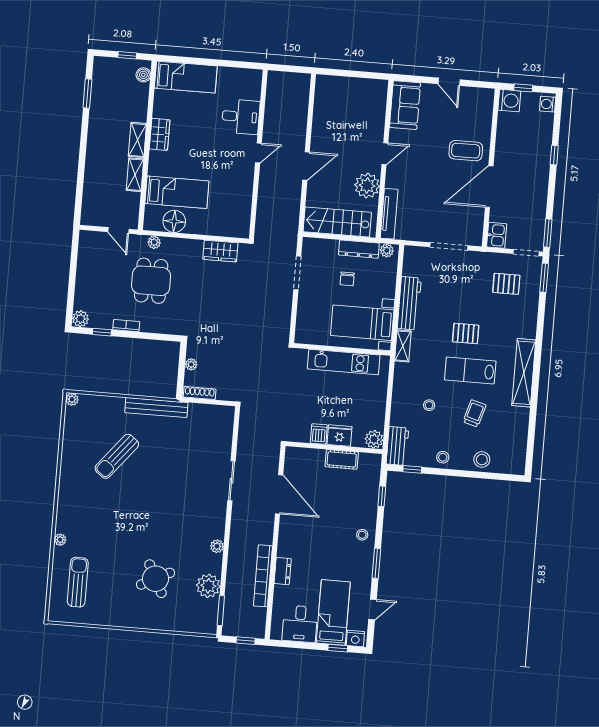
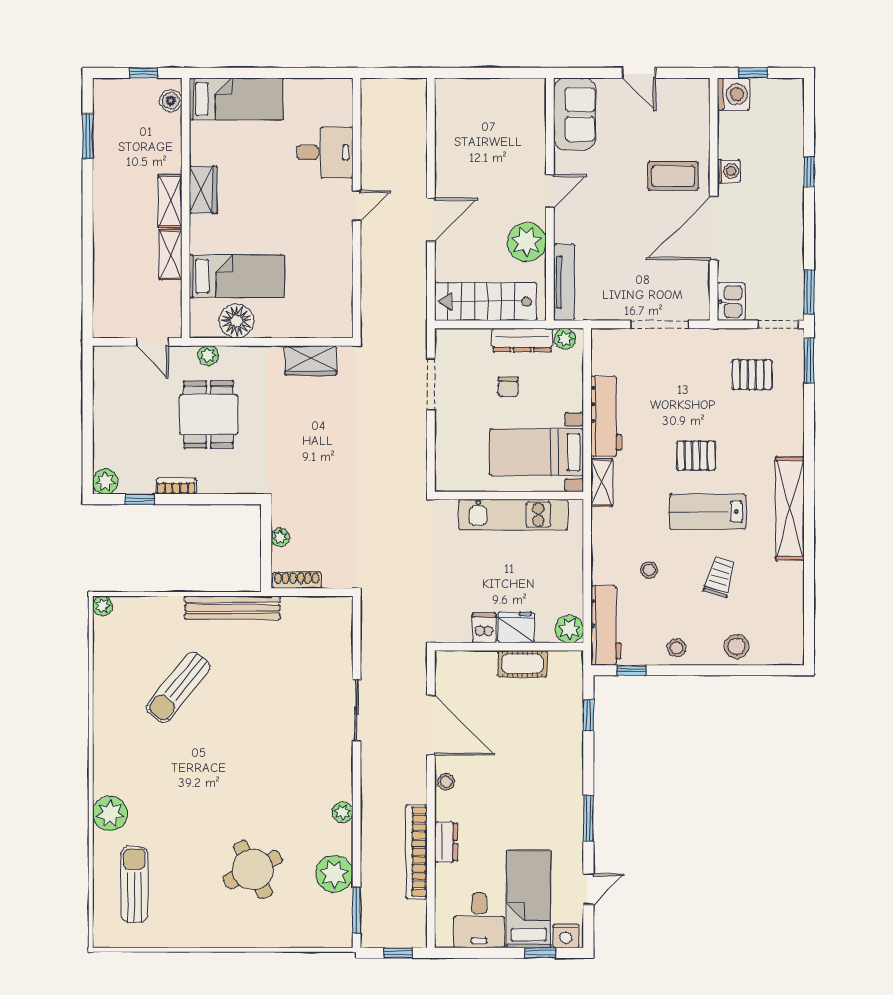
washing machine: (548, 104) -> (729, 171), moved, turned 180
workbench: (397, 446) -> (606, 625), width x1.37
stool: (362, 535) -> (446, 782), moved
plant: (60, 540) -> (110, 814), width x1.88, depth x1.88

